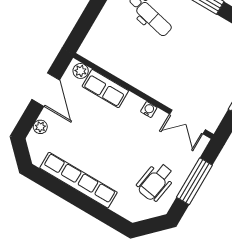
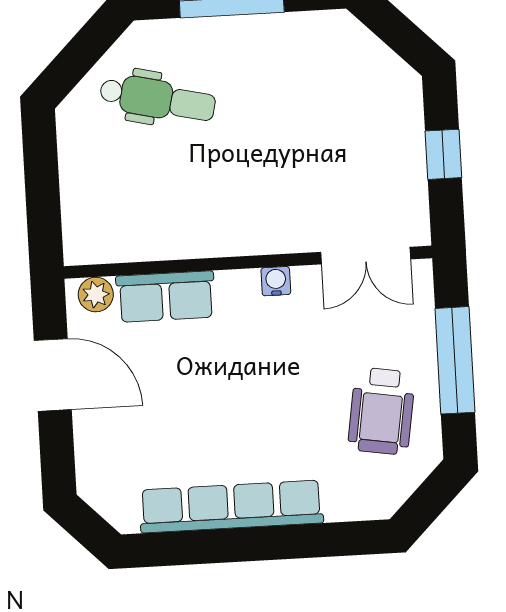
plant: (40, 127) -> (90, 453), removed

